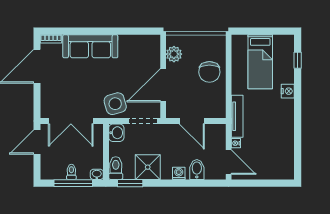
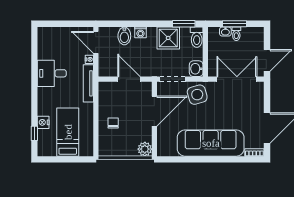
sofa: (90, 46) -> (211, 143), width x1.36, depth x1.27
plant: (174, 54) -> (145, 149), moved
chair: (209, 72) -> (113, 123), width x0.54, depth x0.54
nightstand: (288, 91) -> (43, 122), moved
desk: (278, 128) -> (52, 73), added
washbasin: (97, 174) -> (225, 32), moved
window: (73, 183) -> (235, 24), width x0.69

